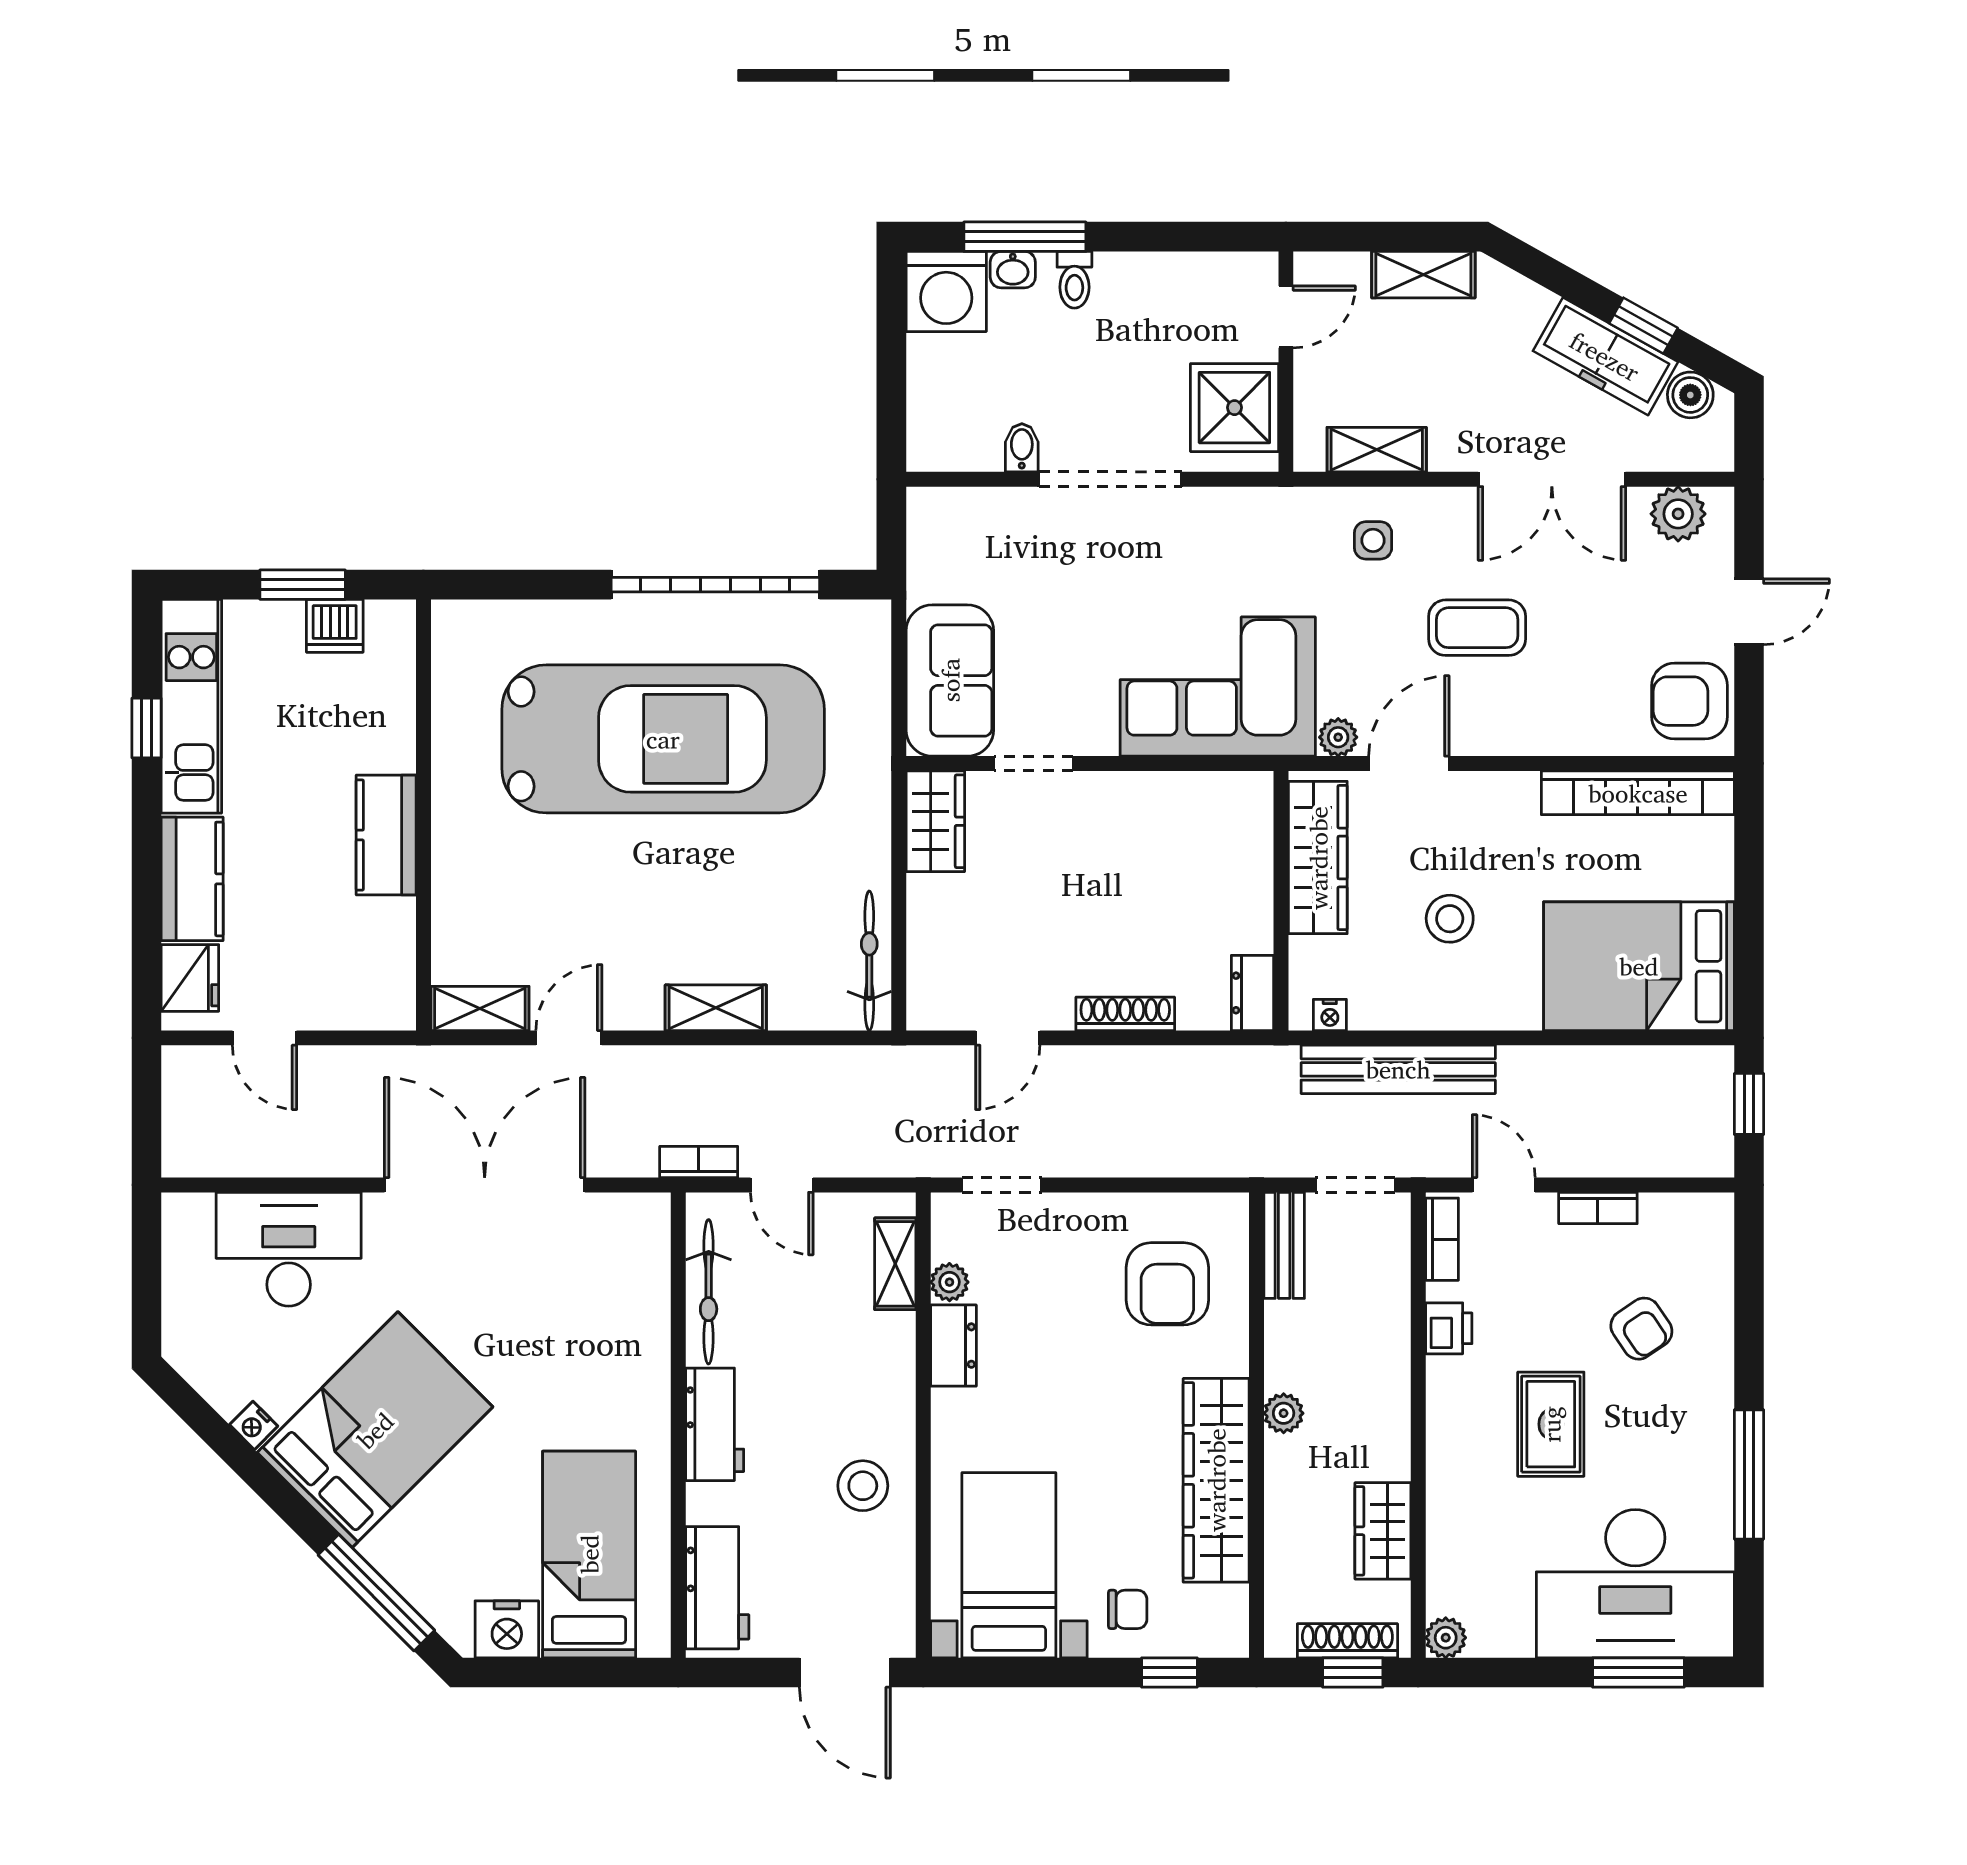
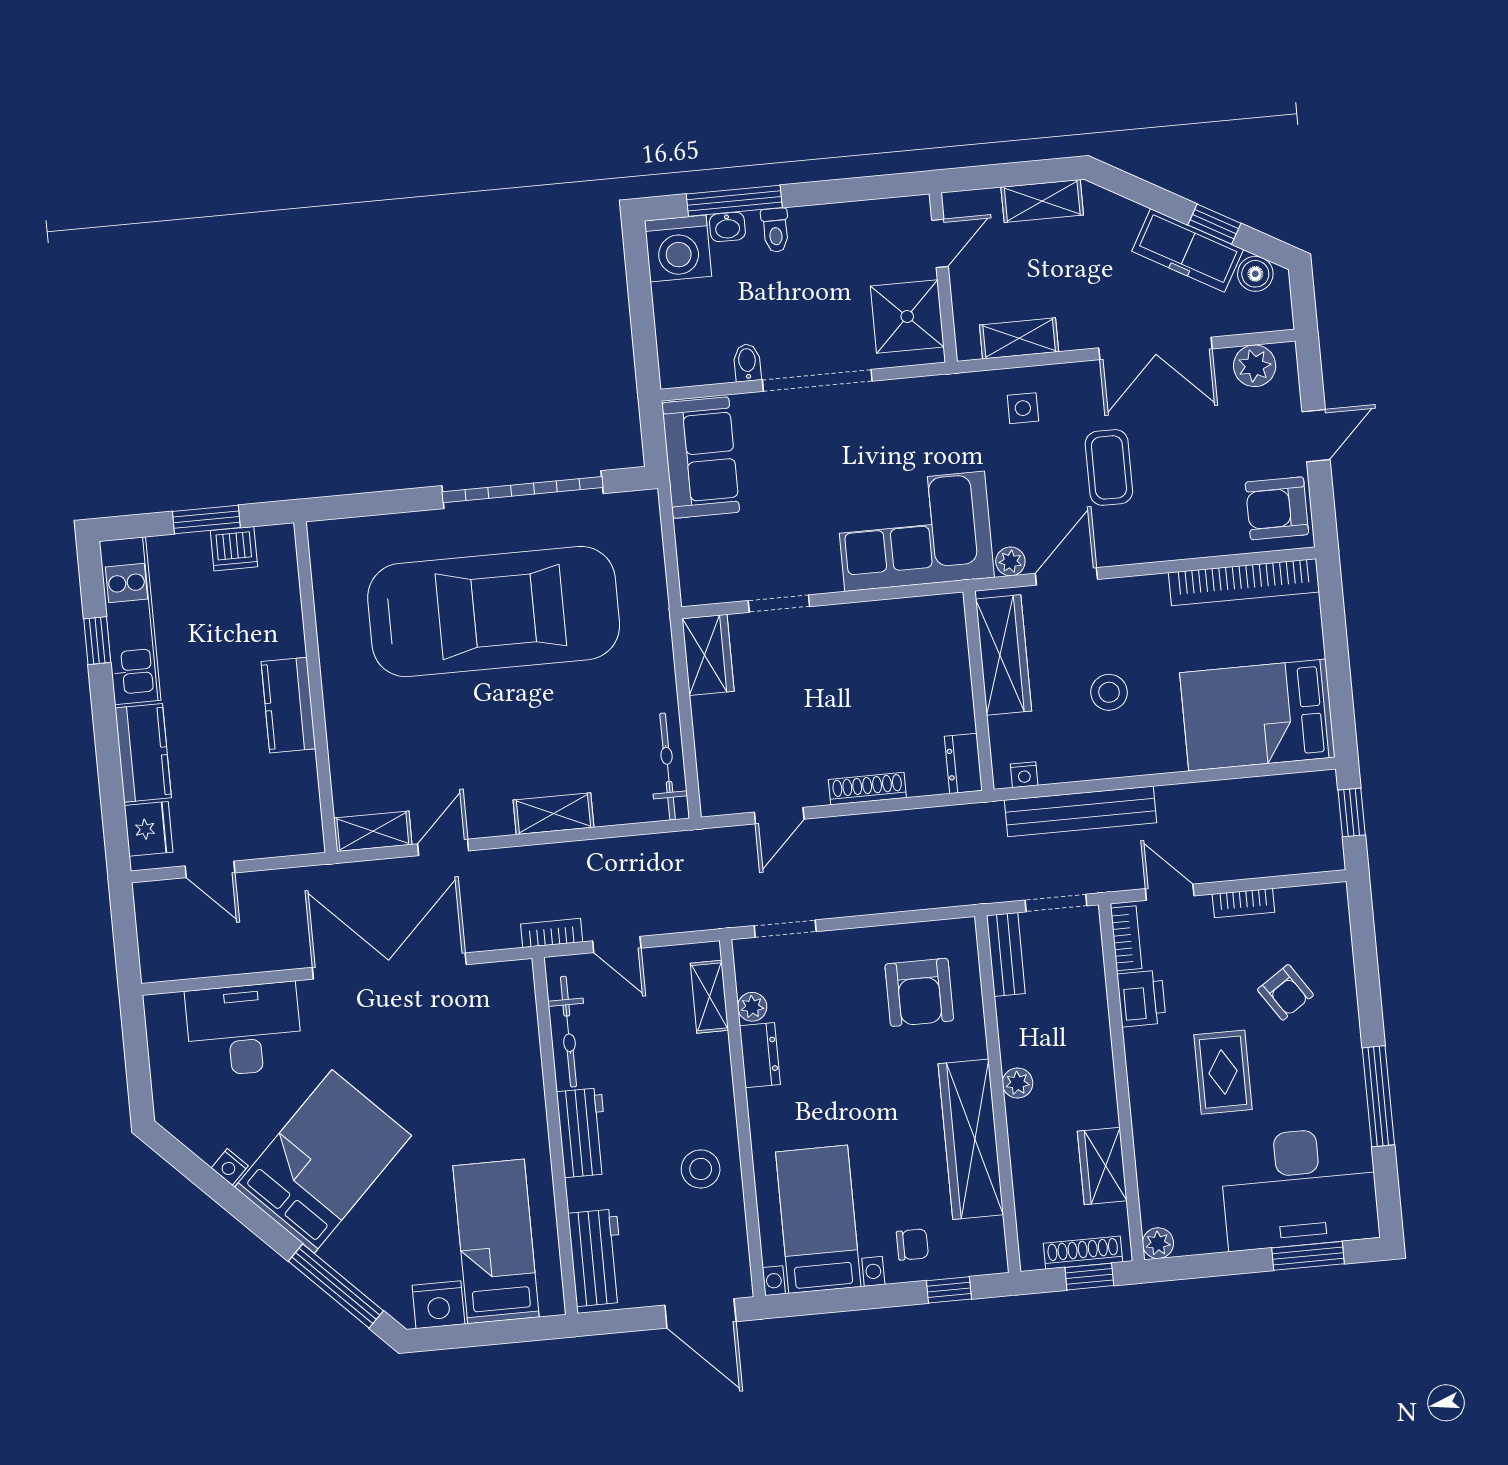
coffee table: (1477, 628) -> (1109, 467), turned 90
sofa: (950, 680) -> (701, 458), moved
printer: (1449, 1328) -> (1142, 999), width x1.36, depth x1.24

